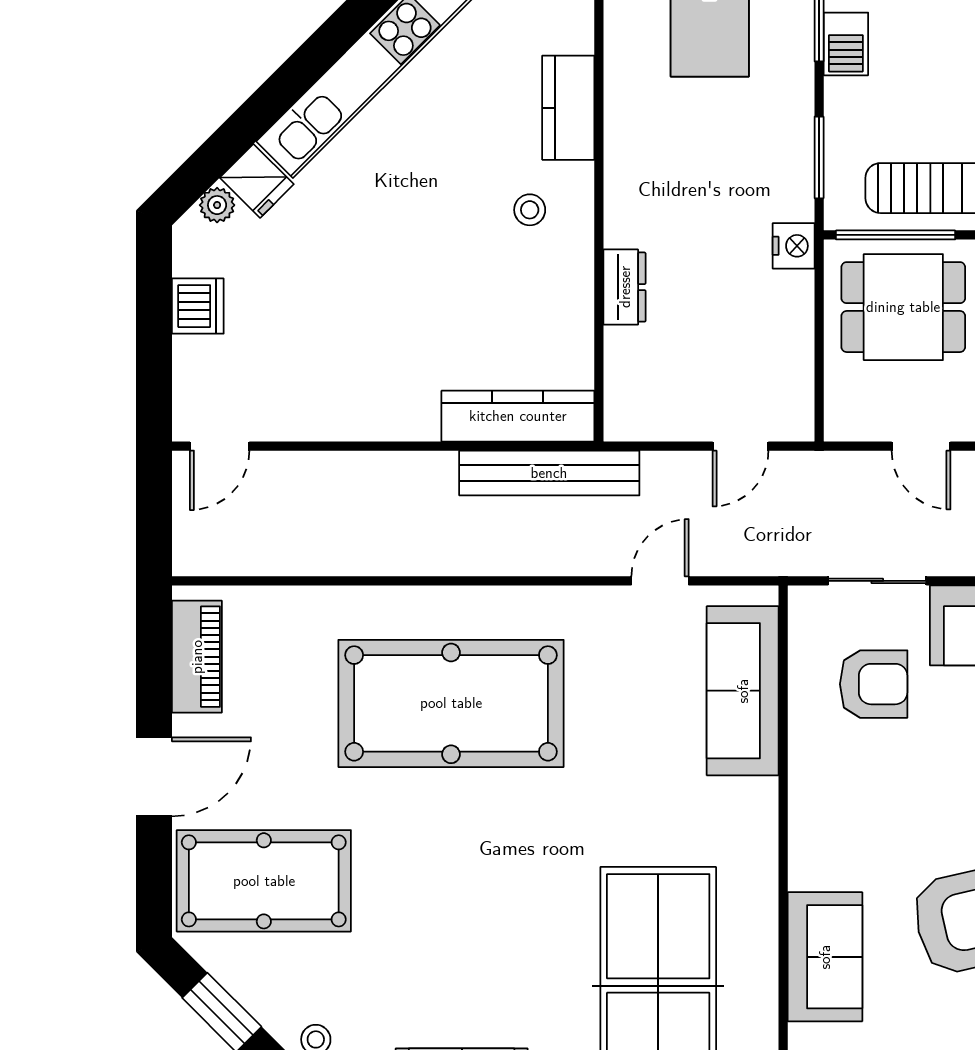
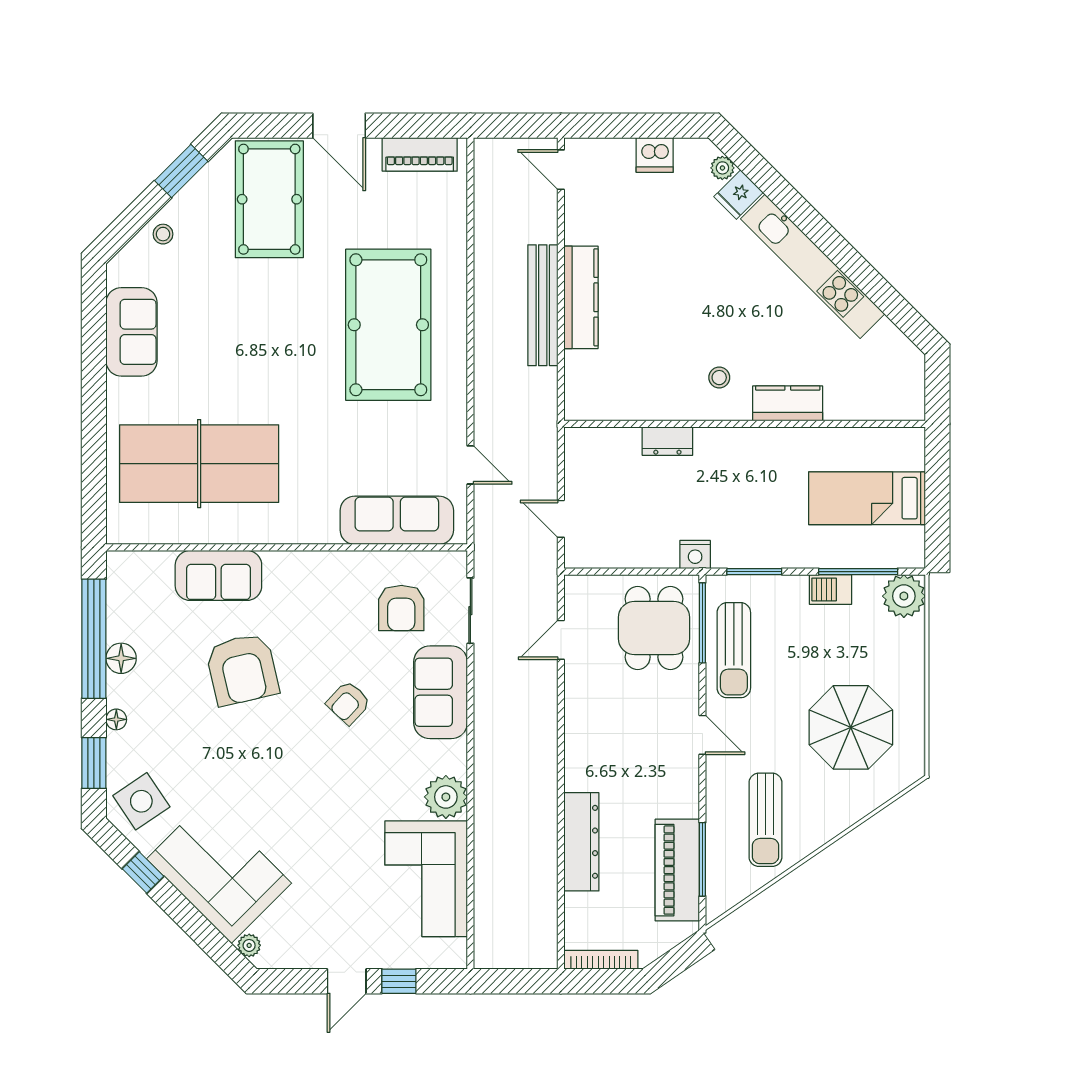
kitchen counter: (518, 416) -> (581, 297), moved
bench: (549, 473) -> (543, 305), moved

